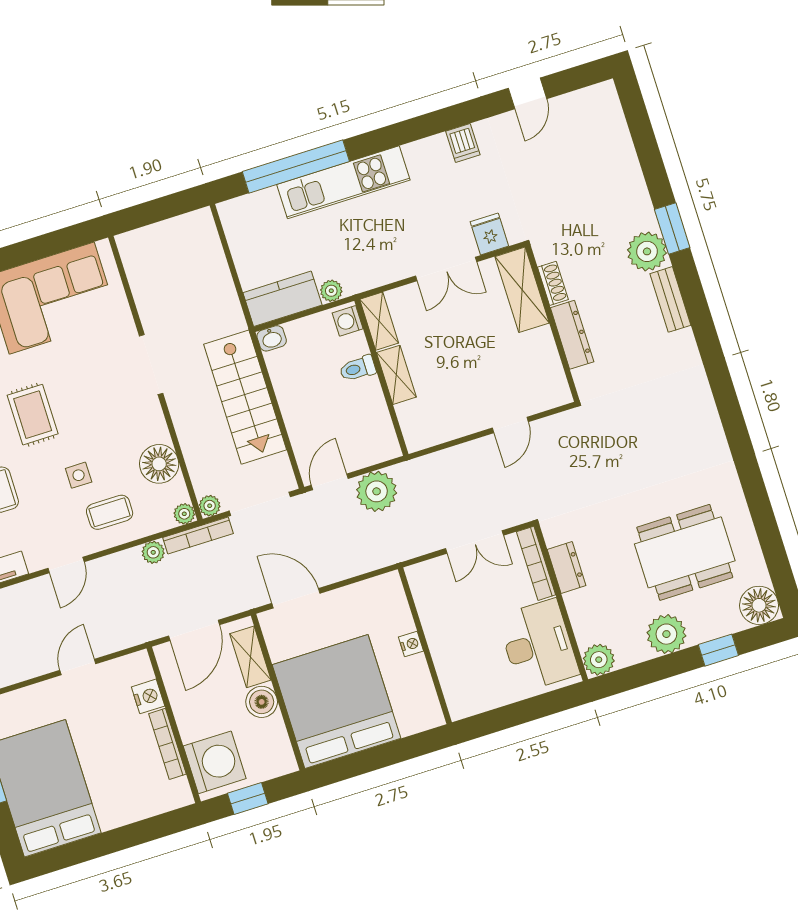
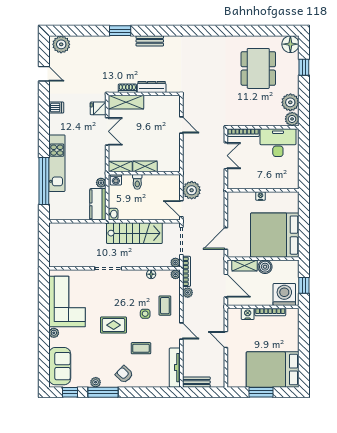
plant: (647, 251) -> (61, 44), moved
floor lamp: (159, 464) -> (151, 274), width x0.53, depth x0.53
dresser: (567, 568) -> (249, 120), removed
plant: (666, 634) -> (290, 102), moved

